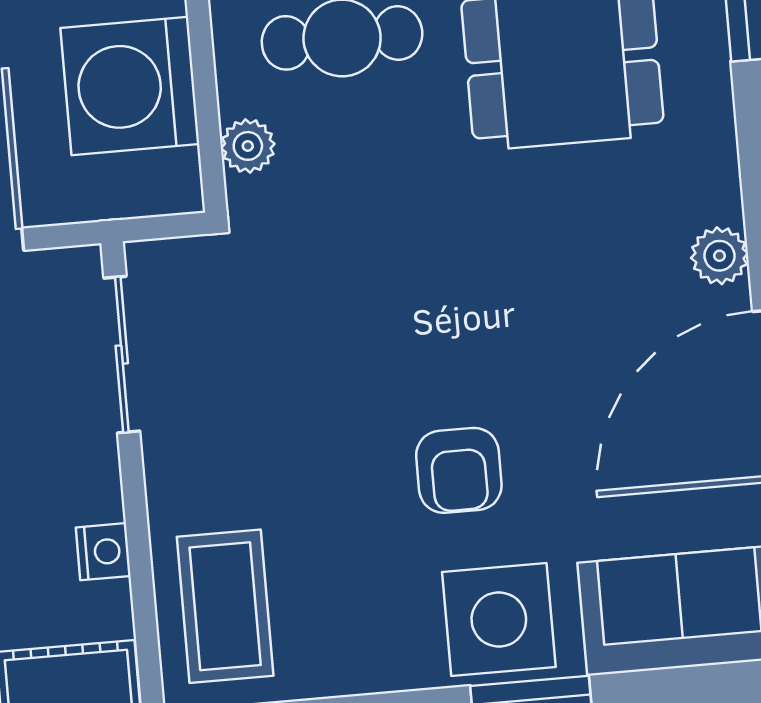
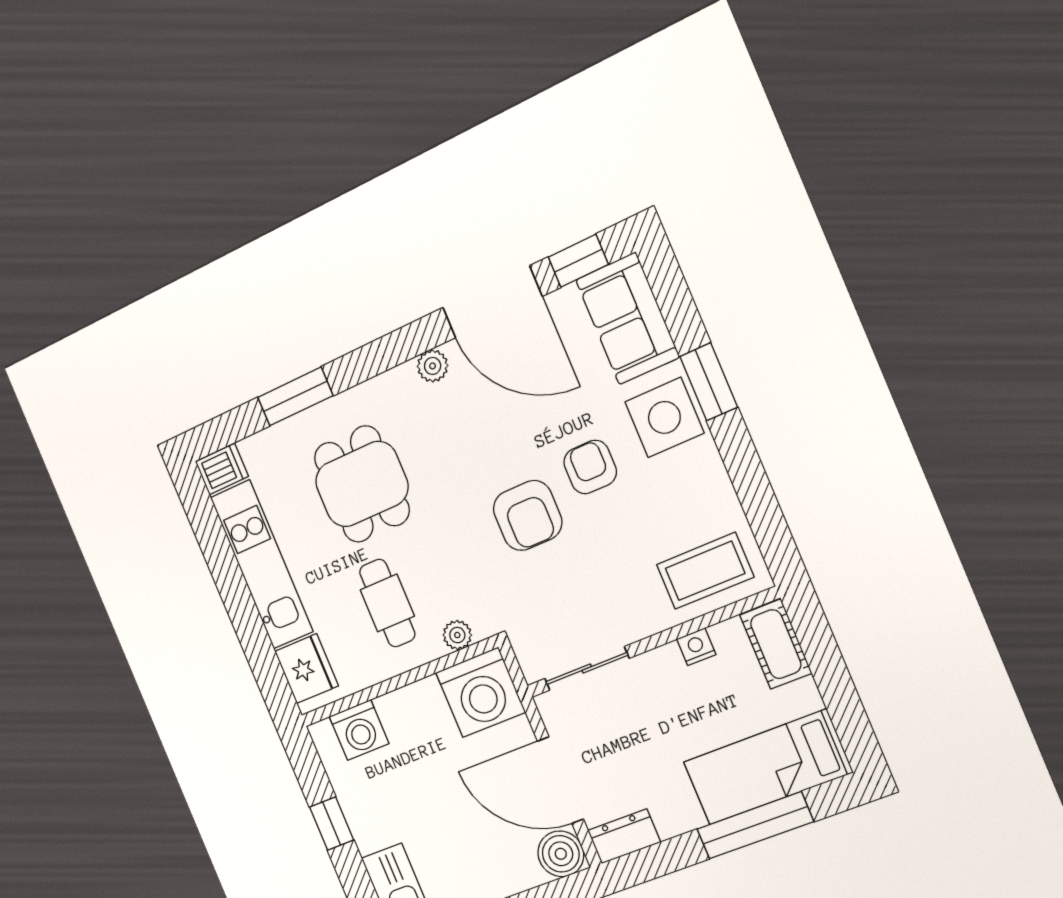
washing machine: (130, 86) -> (481, 692), moved
armchair: (413, 337) -> (528, 515), added
armchair: (459, 470) -> (590, 467), turned -90

